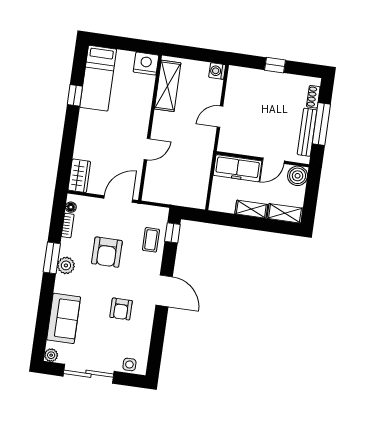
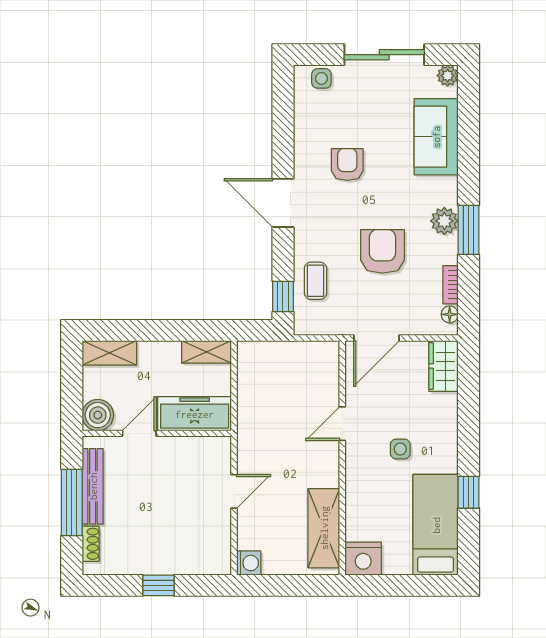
side table: (113, 128) -> (400, 449), added
shelving: (251, 209) -> (207, 352), moved

